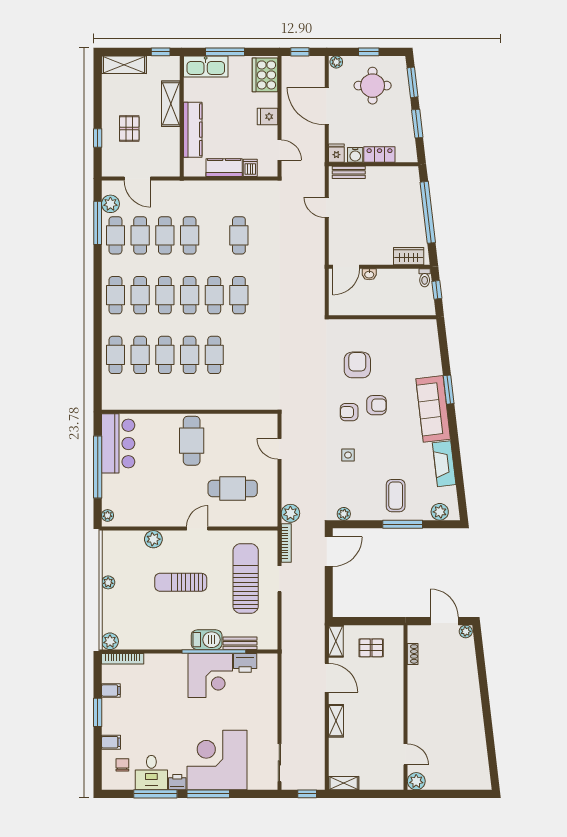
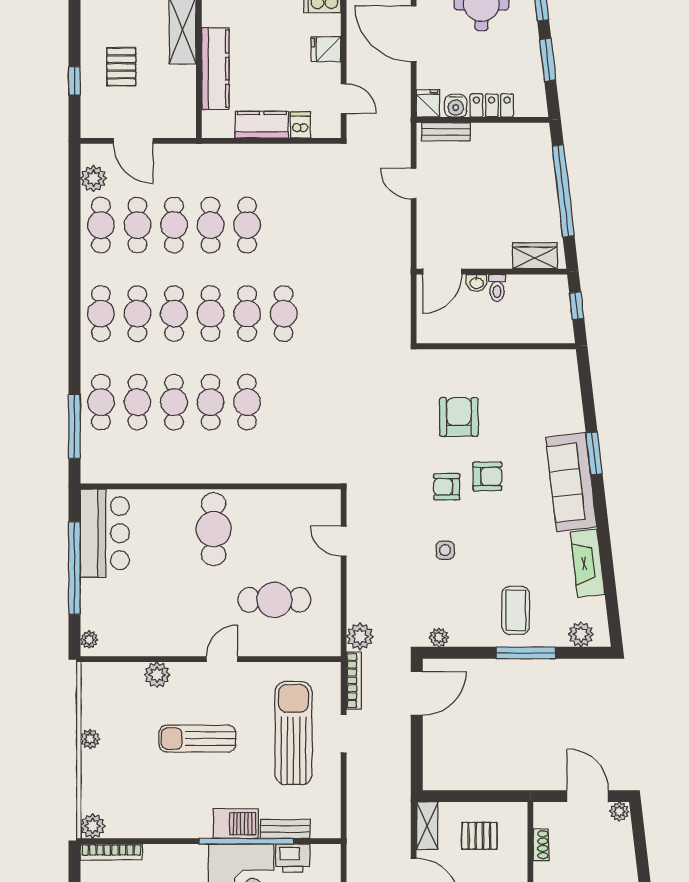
window: (98, 223) -> (74, 427), moved
cafe table: (239, 235) -> (247, 225), moved
toilet: (425, 278) -> (497, 288), moved

